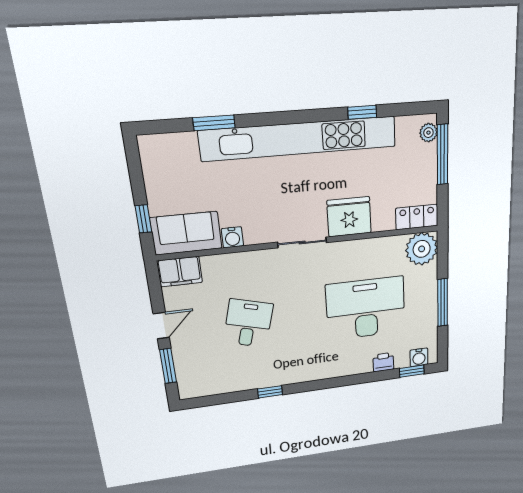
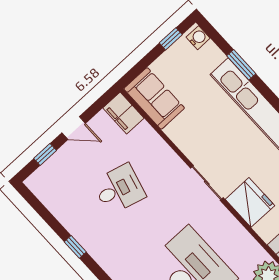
window: (143, 219) -> (171, 39), moved
water cooler: (232, 237) -> (198, 38), moved, turned 180
window: (168, 366) -> (45, 154), width x0.67

